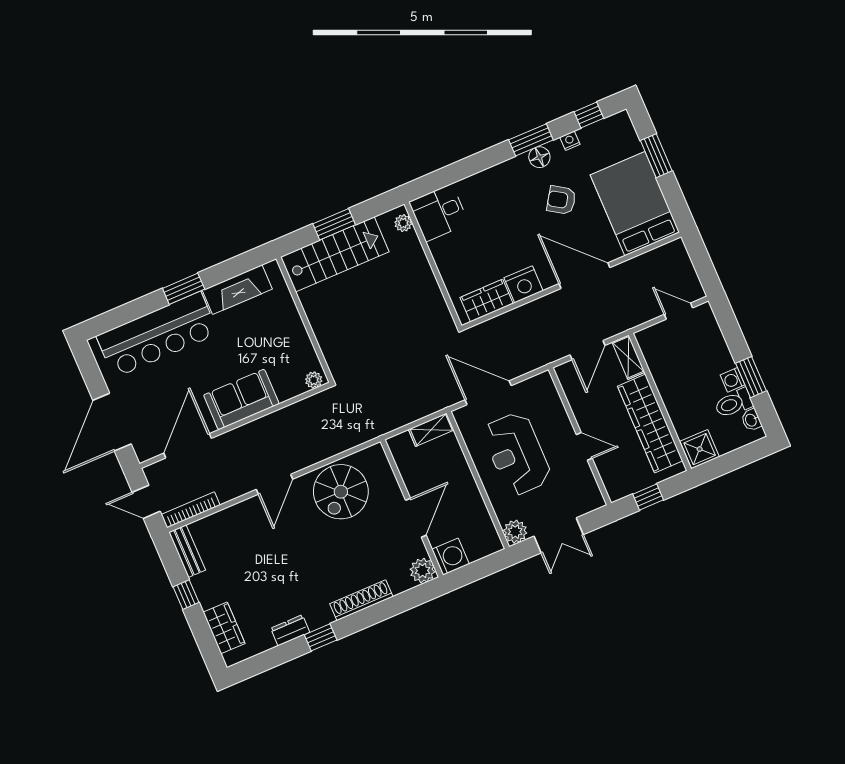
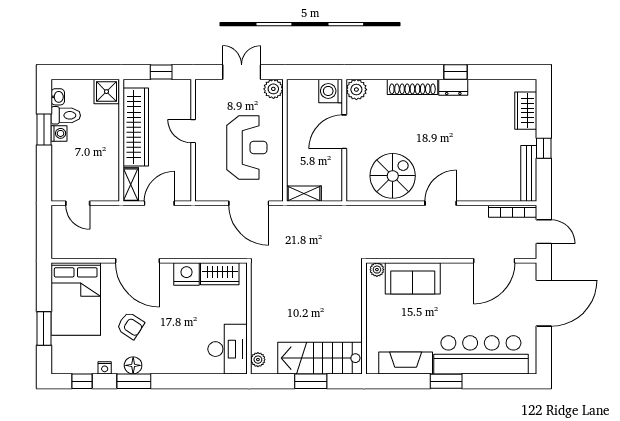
desk: (439, 213) -> (228, 349), width x1.37
sofa: (241, 399) -> (413, 278), moved
bench: (187, 551) -> (529, 173), width x1.36
dresser: (290, 630) -> (453, 87), moved

